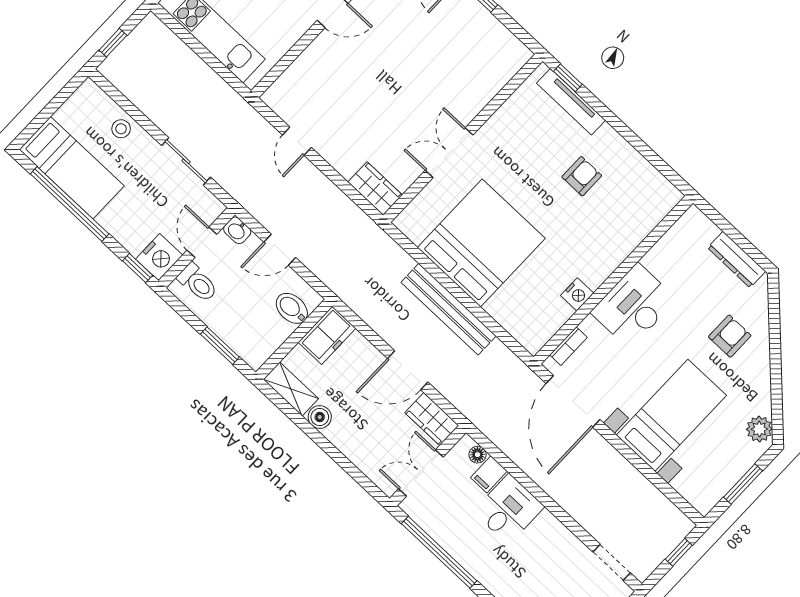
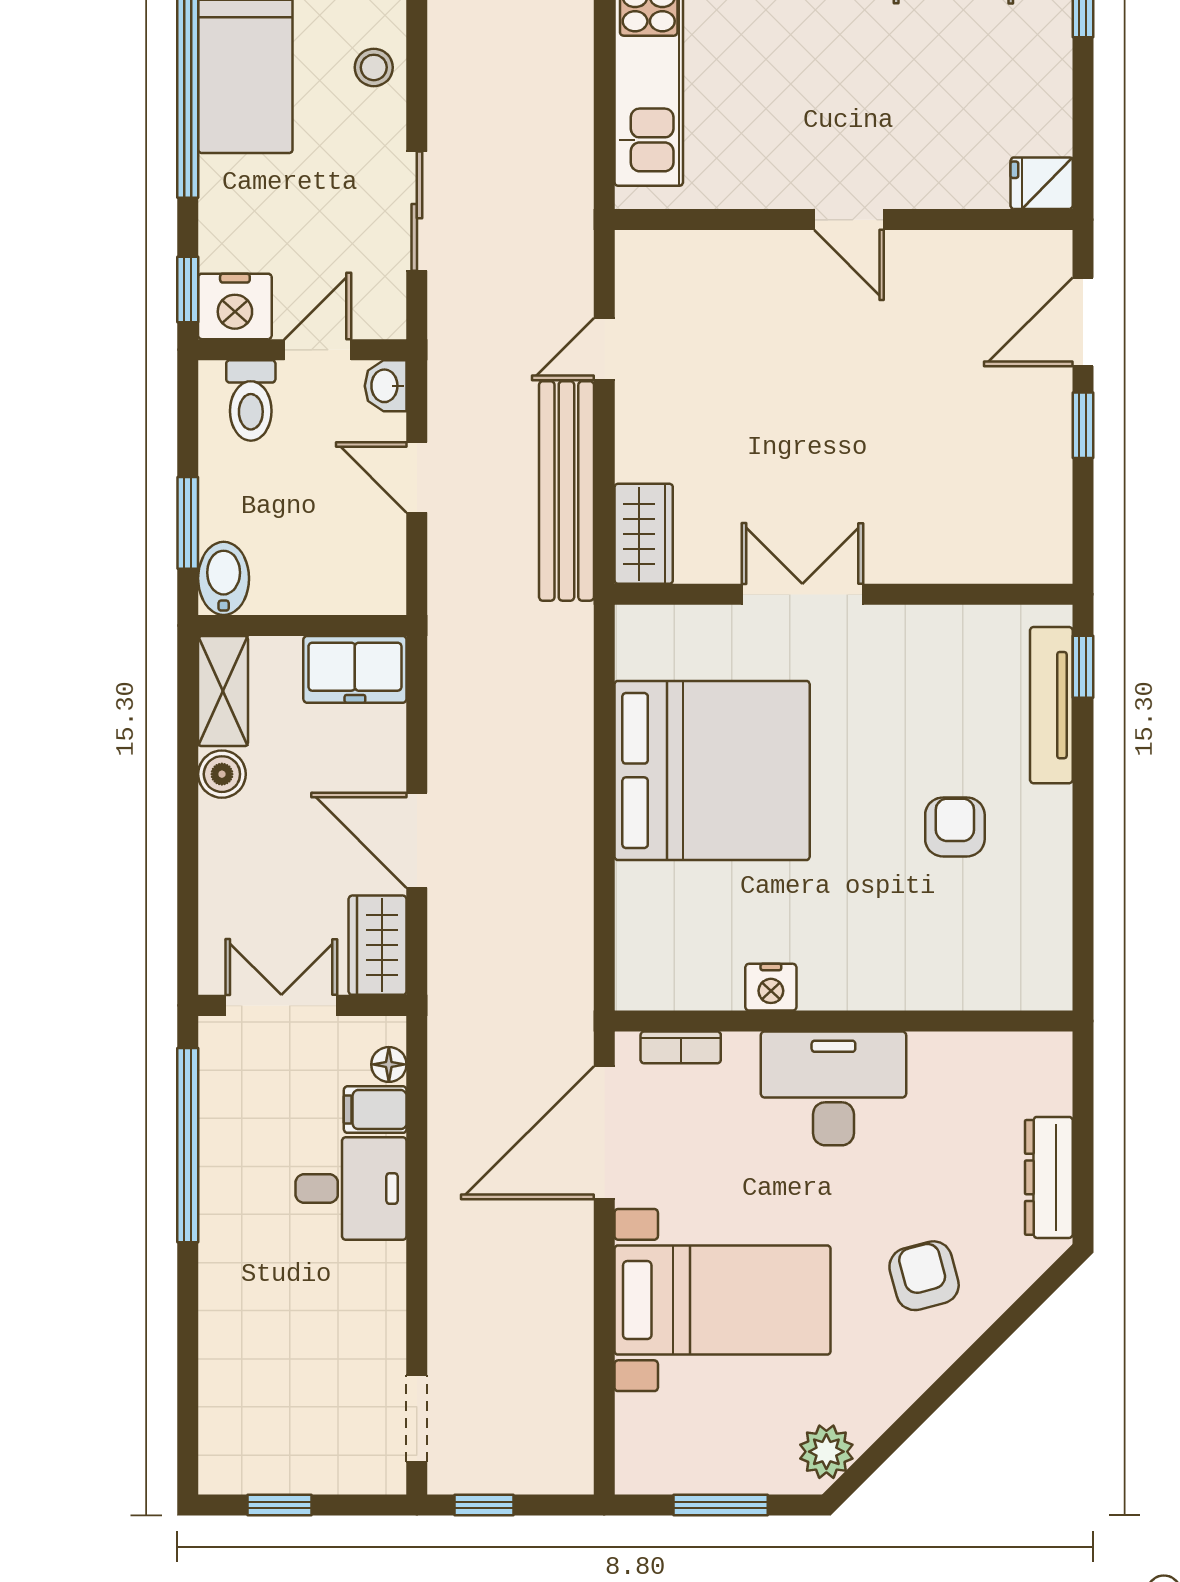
armchair: (582, 176) -> (955, 827), turned -90
bidet: (292, 308) -> (224, 578), moved
bench: (449, 309) -> (566, 491), moved
armchair: (730, 336) -> (924, 1276), turned -105
window: (679, 552) -> (484, 1505), moved

